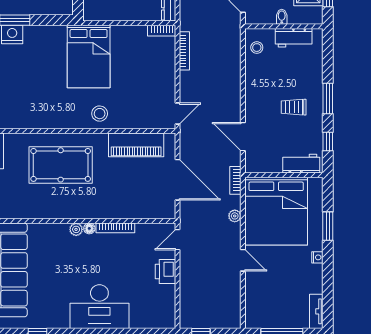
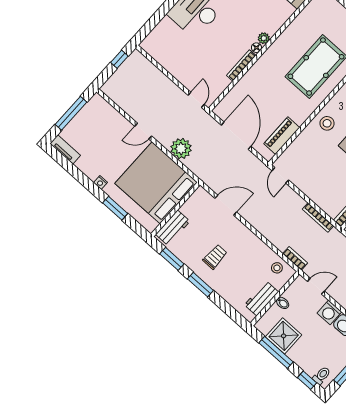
window: (328, 141) -> (172, 259), width x1.50
piano: (136, 145) -> (282, 136), width x0.73, depth x0.75
door: (178, 180) -> (236, 136), swing flipped
bookcase: (235, 180) -> (295, 258), moved
plant: (235, 216) -> (181, 149), width x1.87, depth x1.87
printer: (165, 271) -> (182, 73), removed

